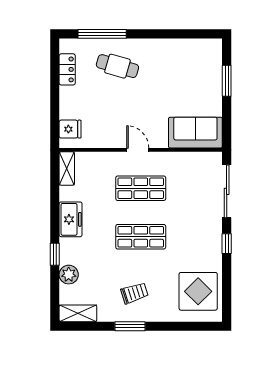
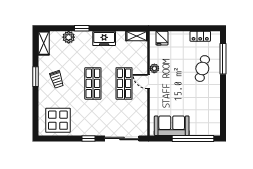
window: (227, 81) -> (193, 139), width x2.11
sofa: (195, 133) -> (172, 126), moved, turned -90
plant: (117, 141) -> (154, 68), added
door: (138, 150) -> (149, 82), swing flipped

